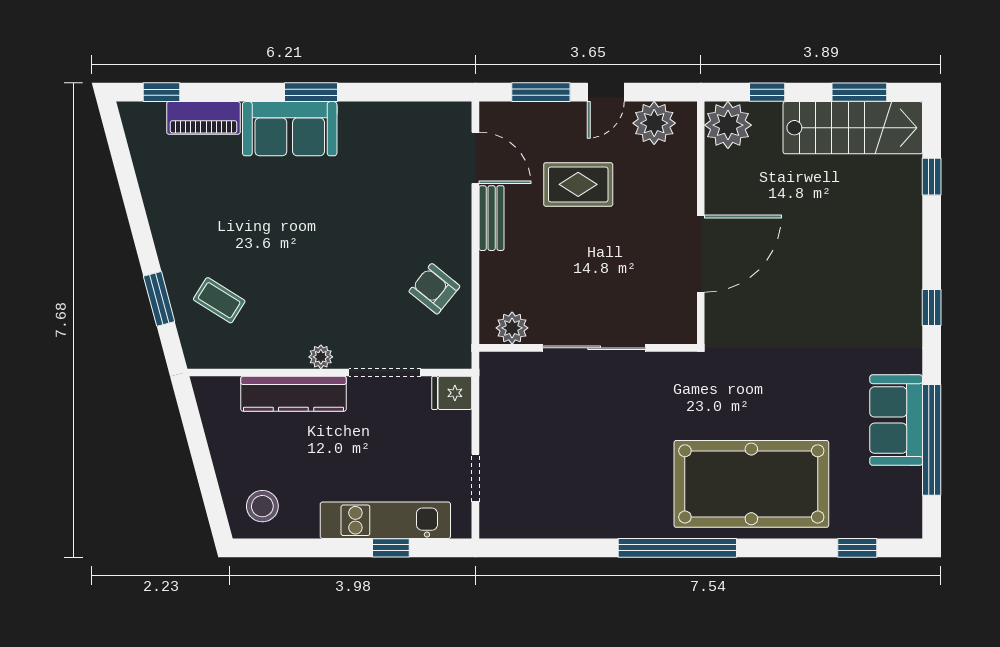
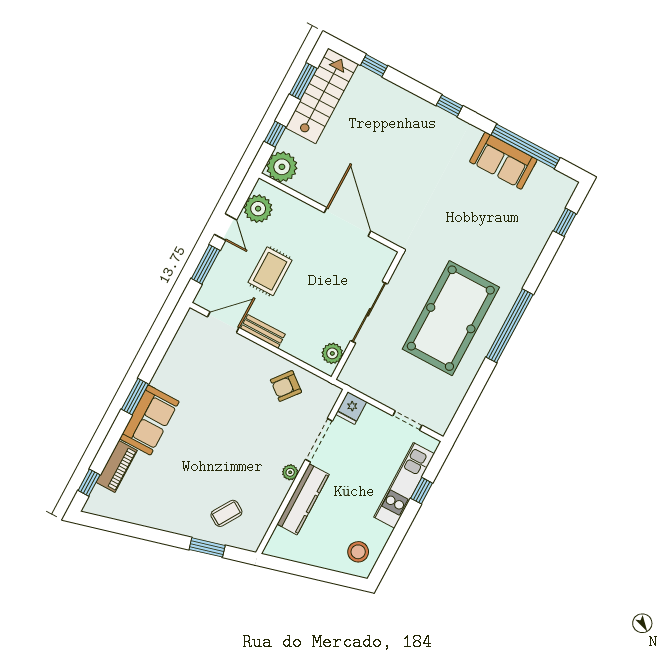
pool table: (751, 484) -> (451, 318), moved

